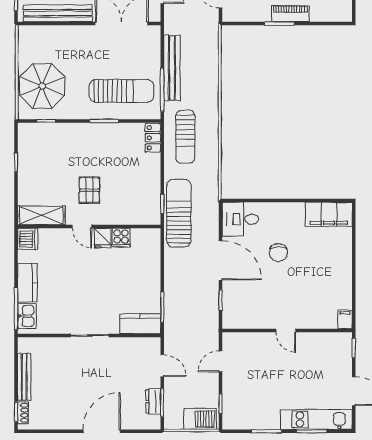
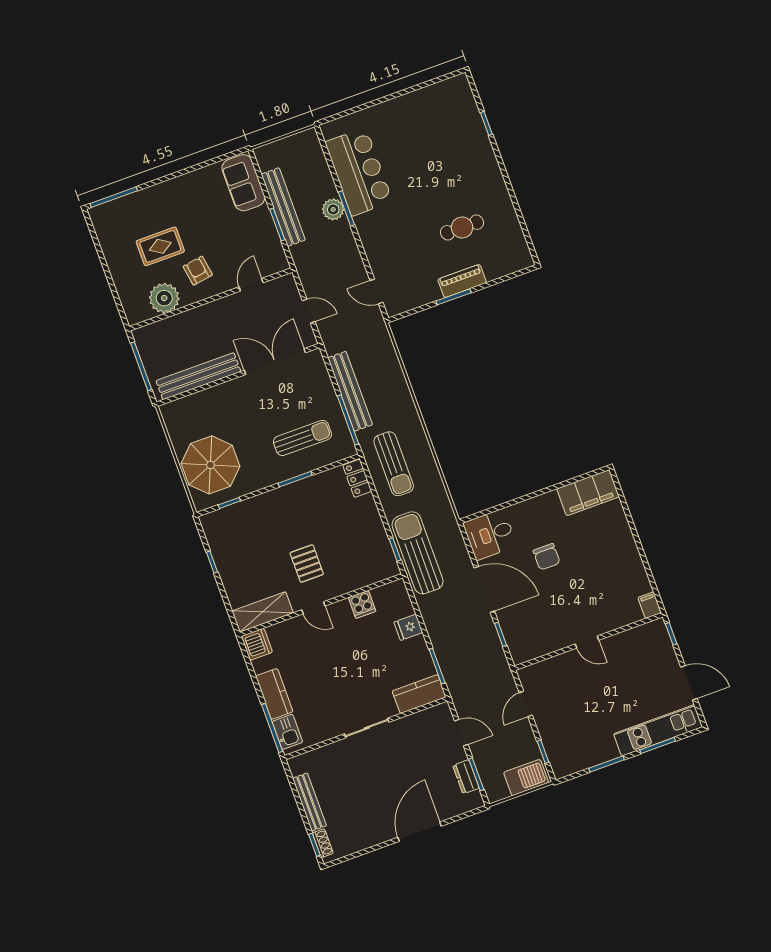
sun lounger: (122, 91) -> (302, 438), width x0.73, depth x0.75
fridge: (103, 238) -> (408, 627), moved, turned 90

